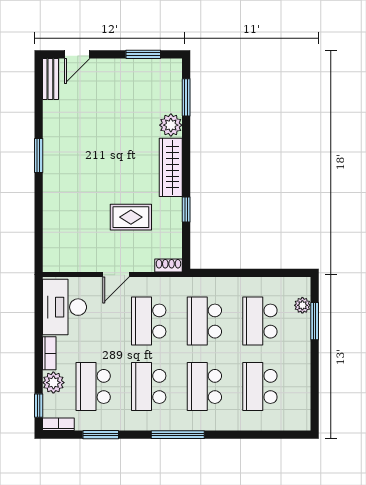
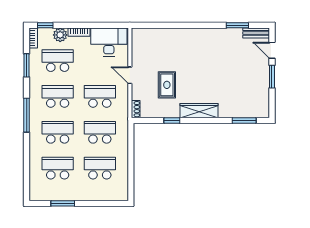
window: (143, 54) -> (272, 77), moved
plant: (171, 125) -> (226, 111), removed
window: (39, 156) -> (237, 25), moved
plant: (302, 305) -> (110, 196), removed
window: (315, 321) -> (63, 203), moved

